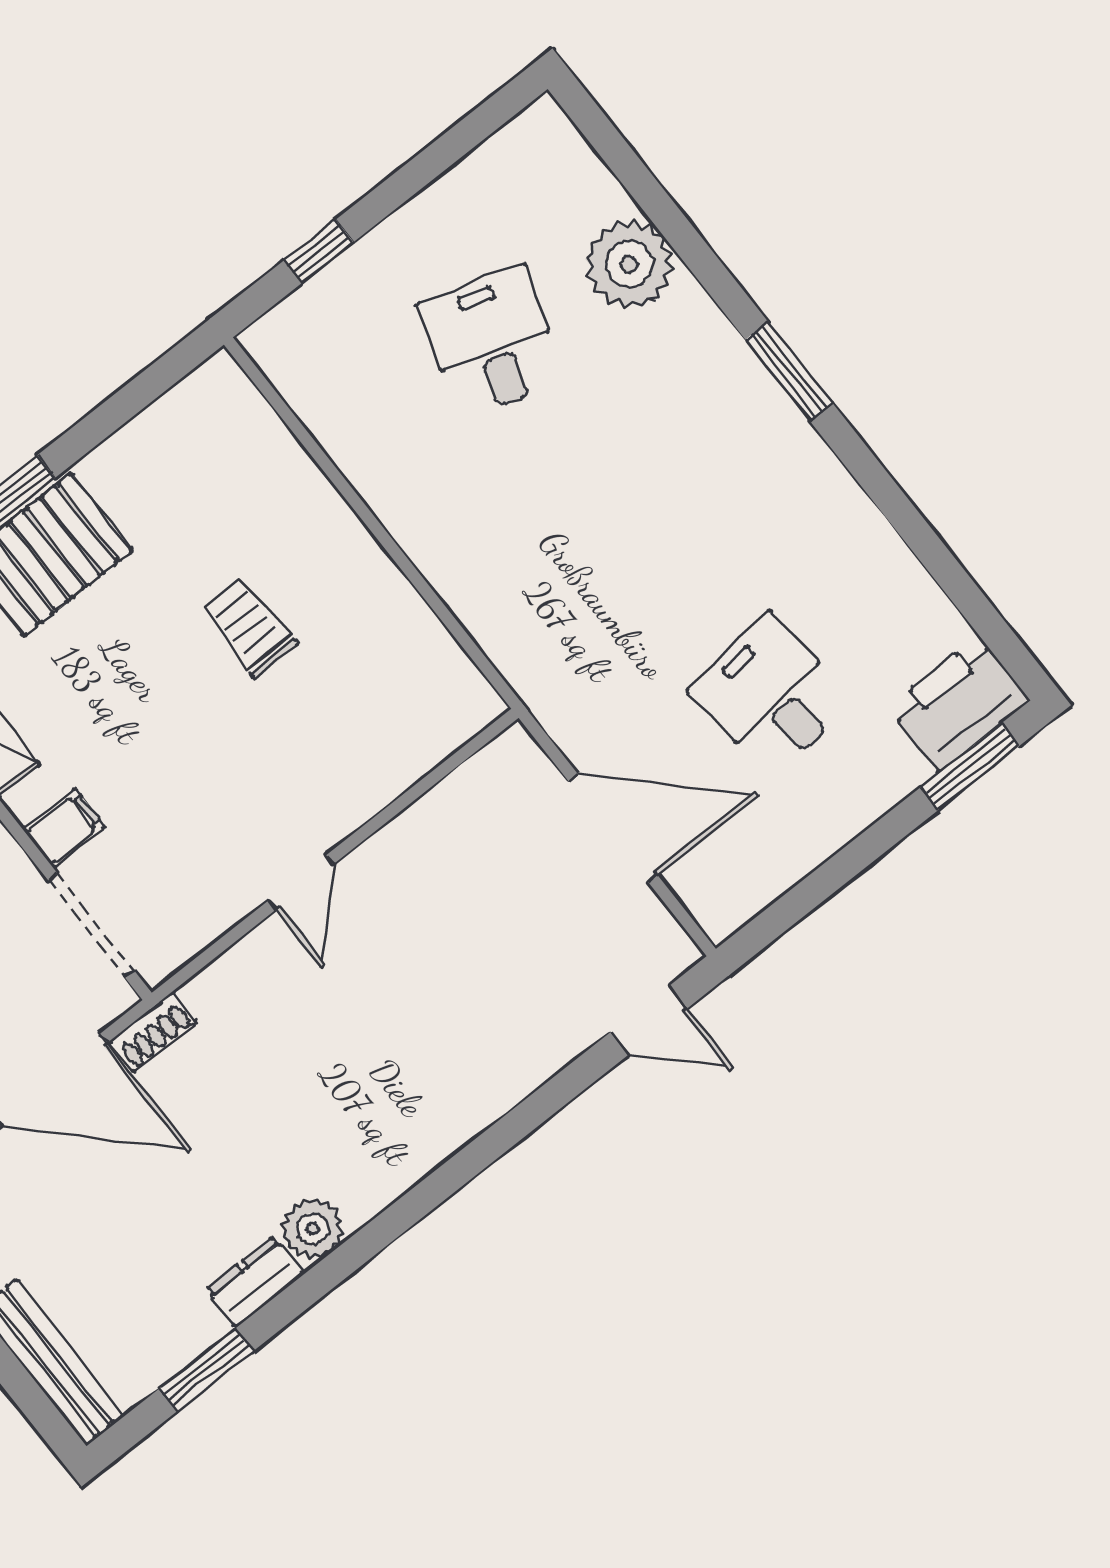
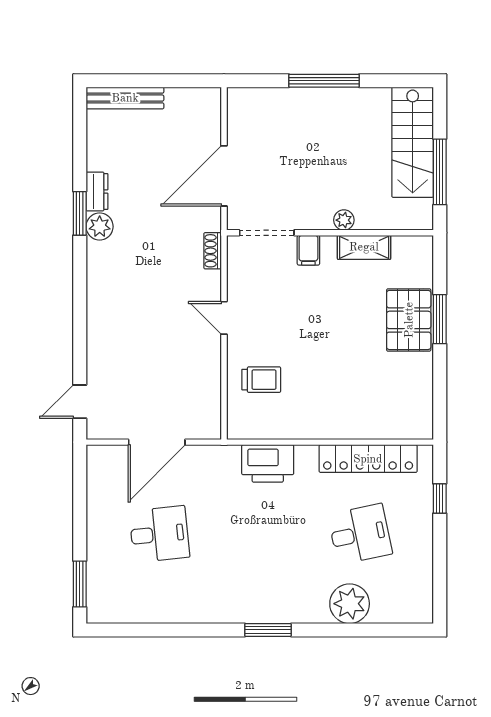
desk: (492, 342) -> (360, 534), turned -30
locker: (348, 433) -> (368, 459), added
trolley: (249, 628) -> (261, 380), moved
printer: (959, 704) -> (268, 463), moved, turned 90
shoe rack: (153, 1032) -> (213, 251), moved
window: (206, 1370) -> (80, 213), moved

